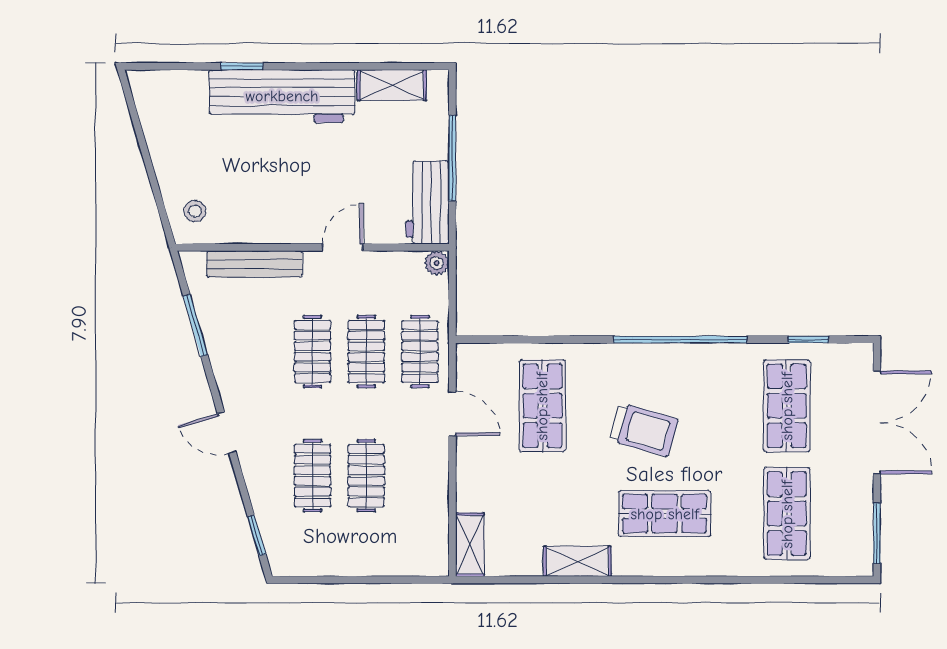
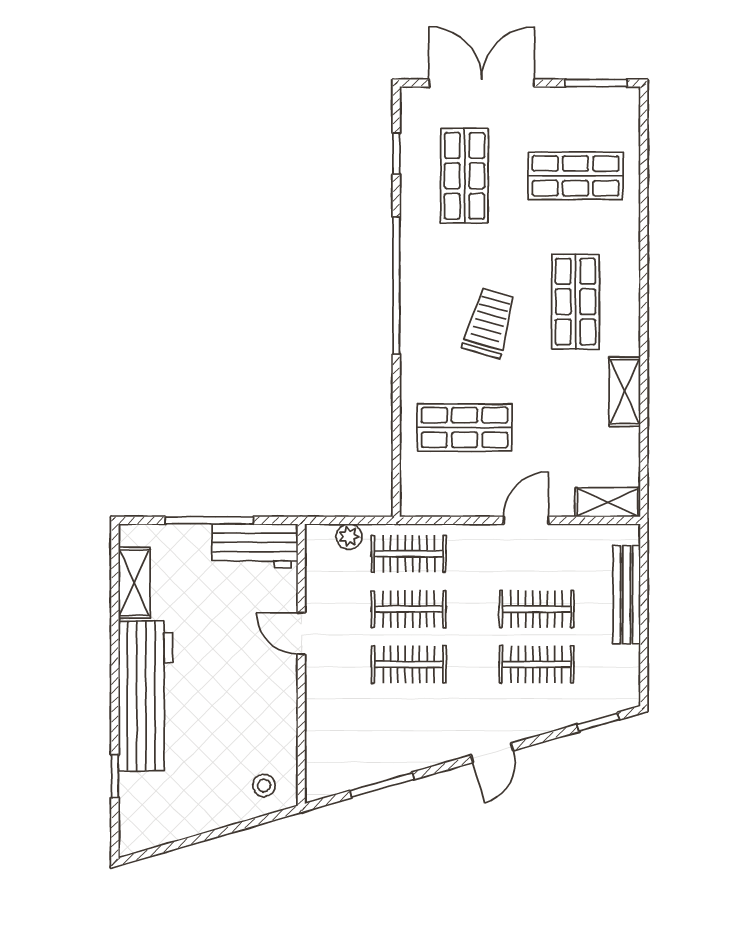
window: (242, 66) -> (115, 776), moved
plant: (437, 263) -> (349, 536), moved
bench: (254, 264) -> (627, 595), moved
shop shelf: (787, 406) -> (465, 176), turned 90
door: (452, 414) -> (526, 520), moved

